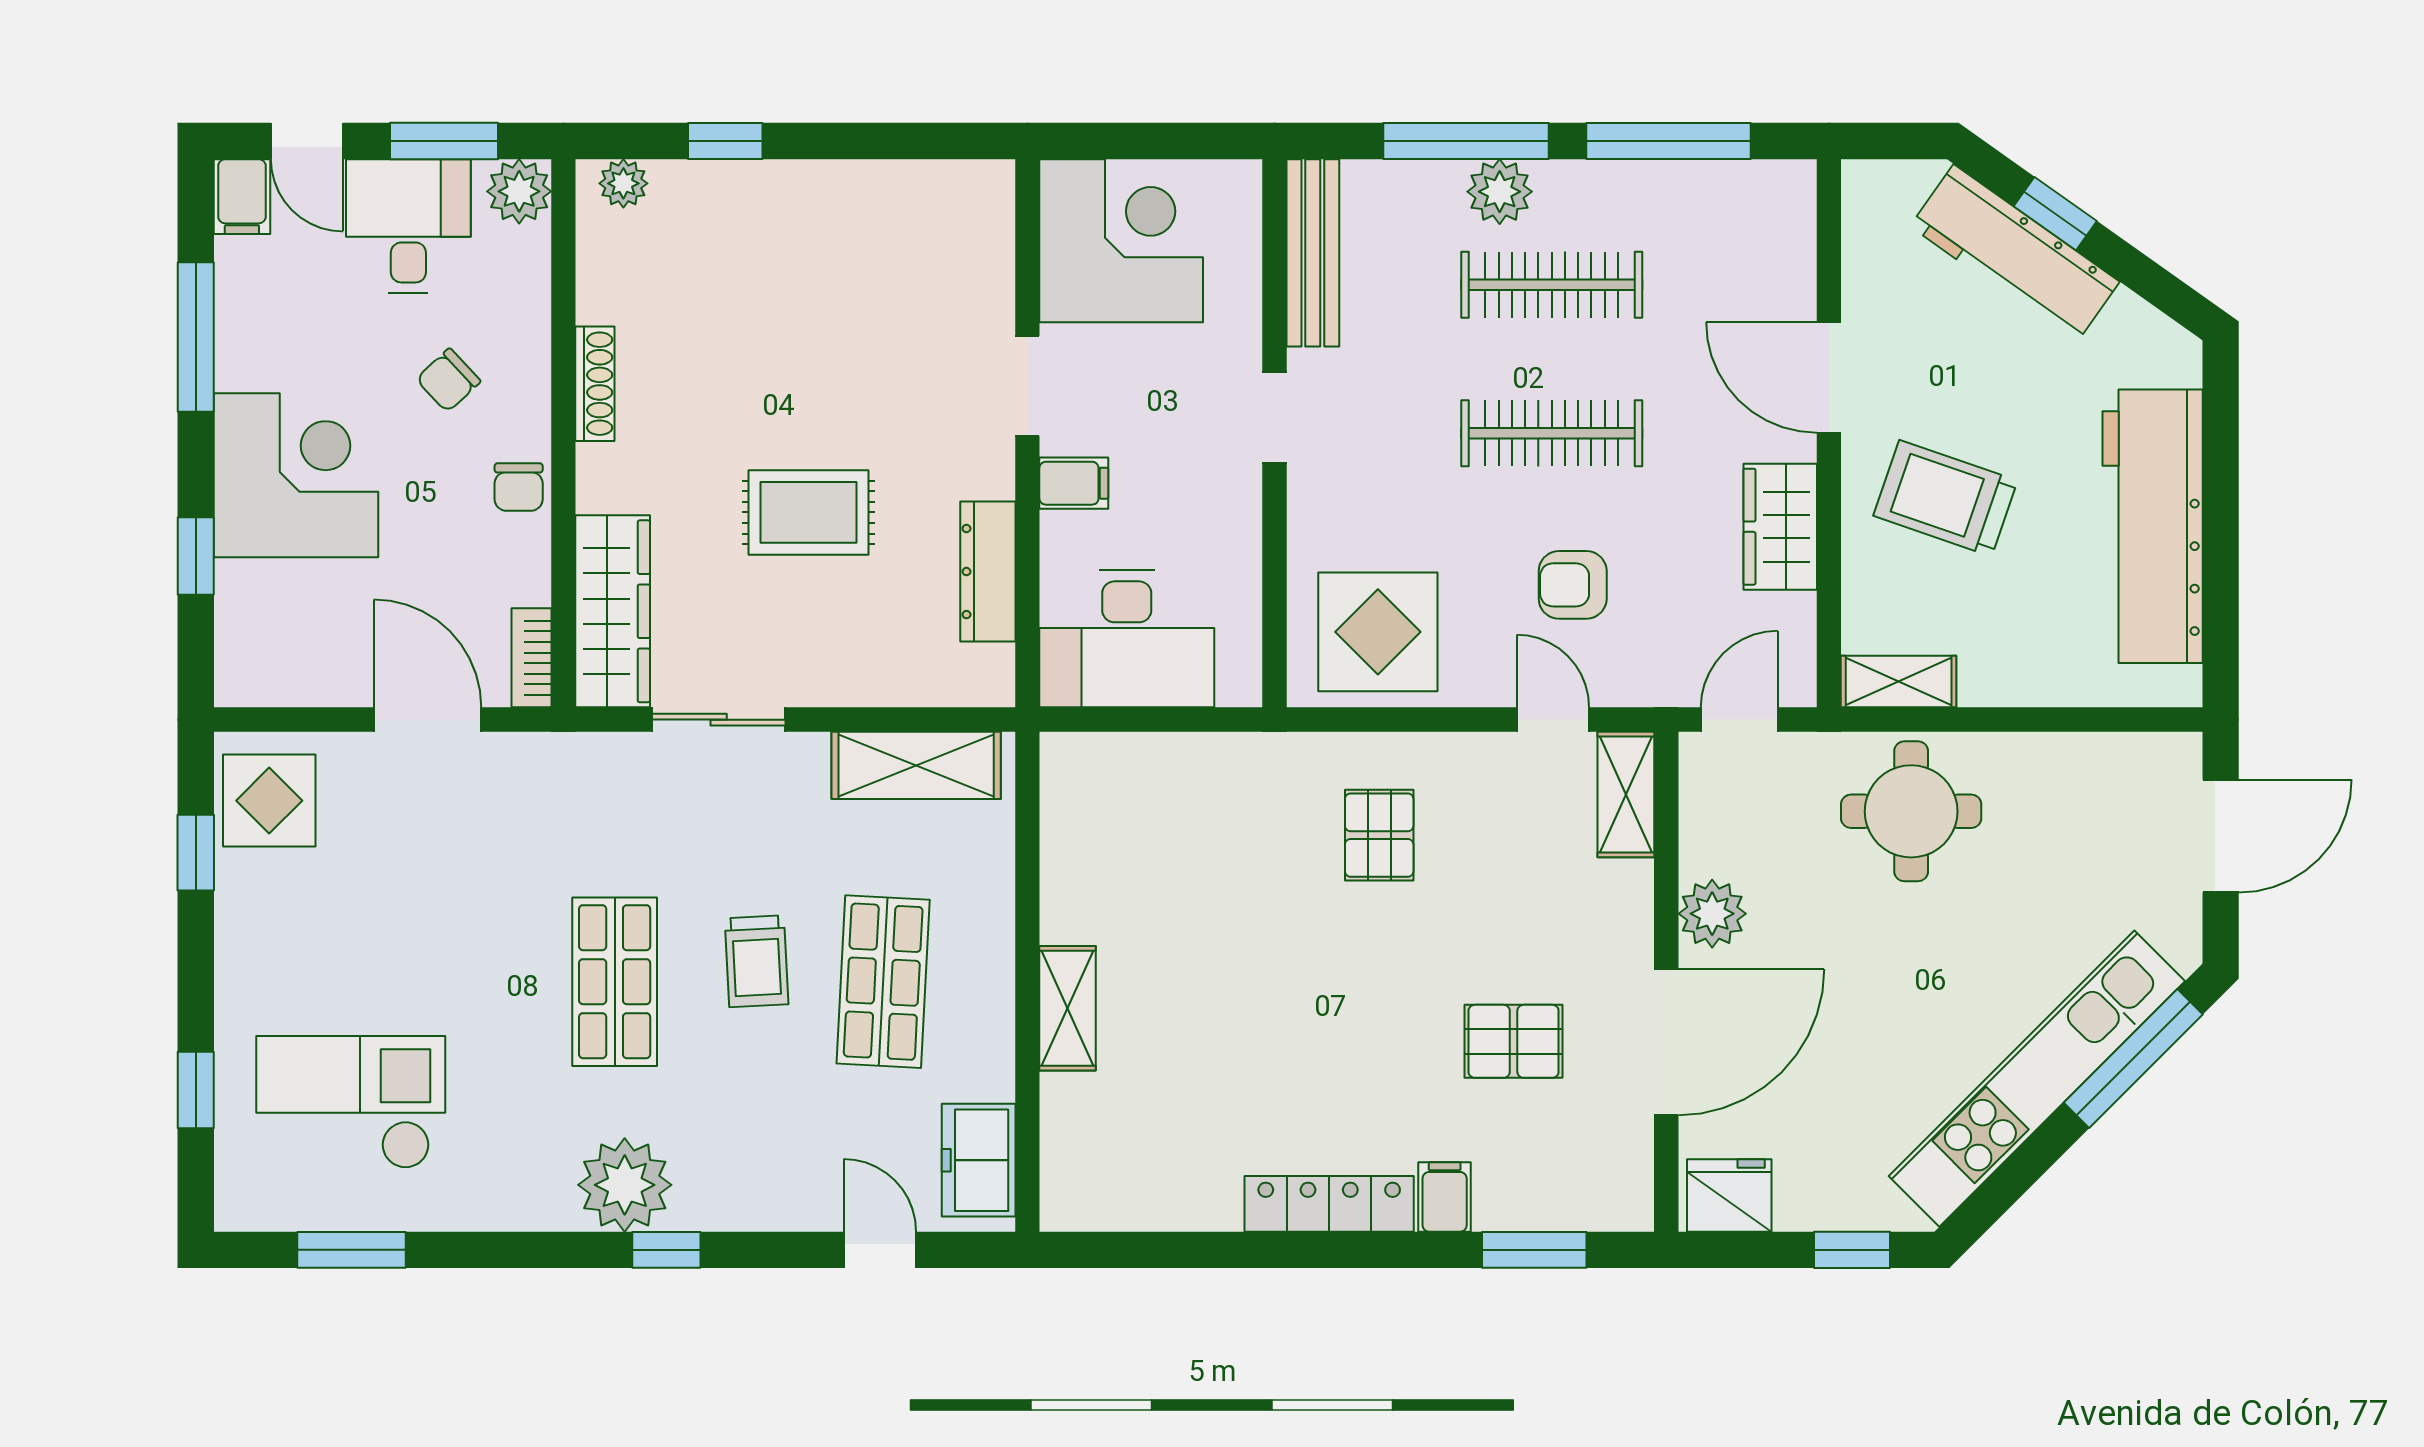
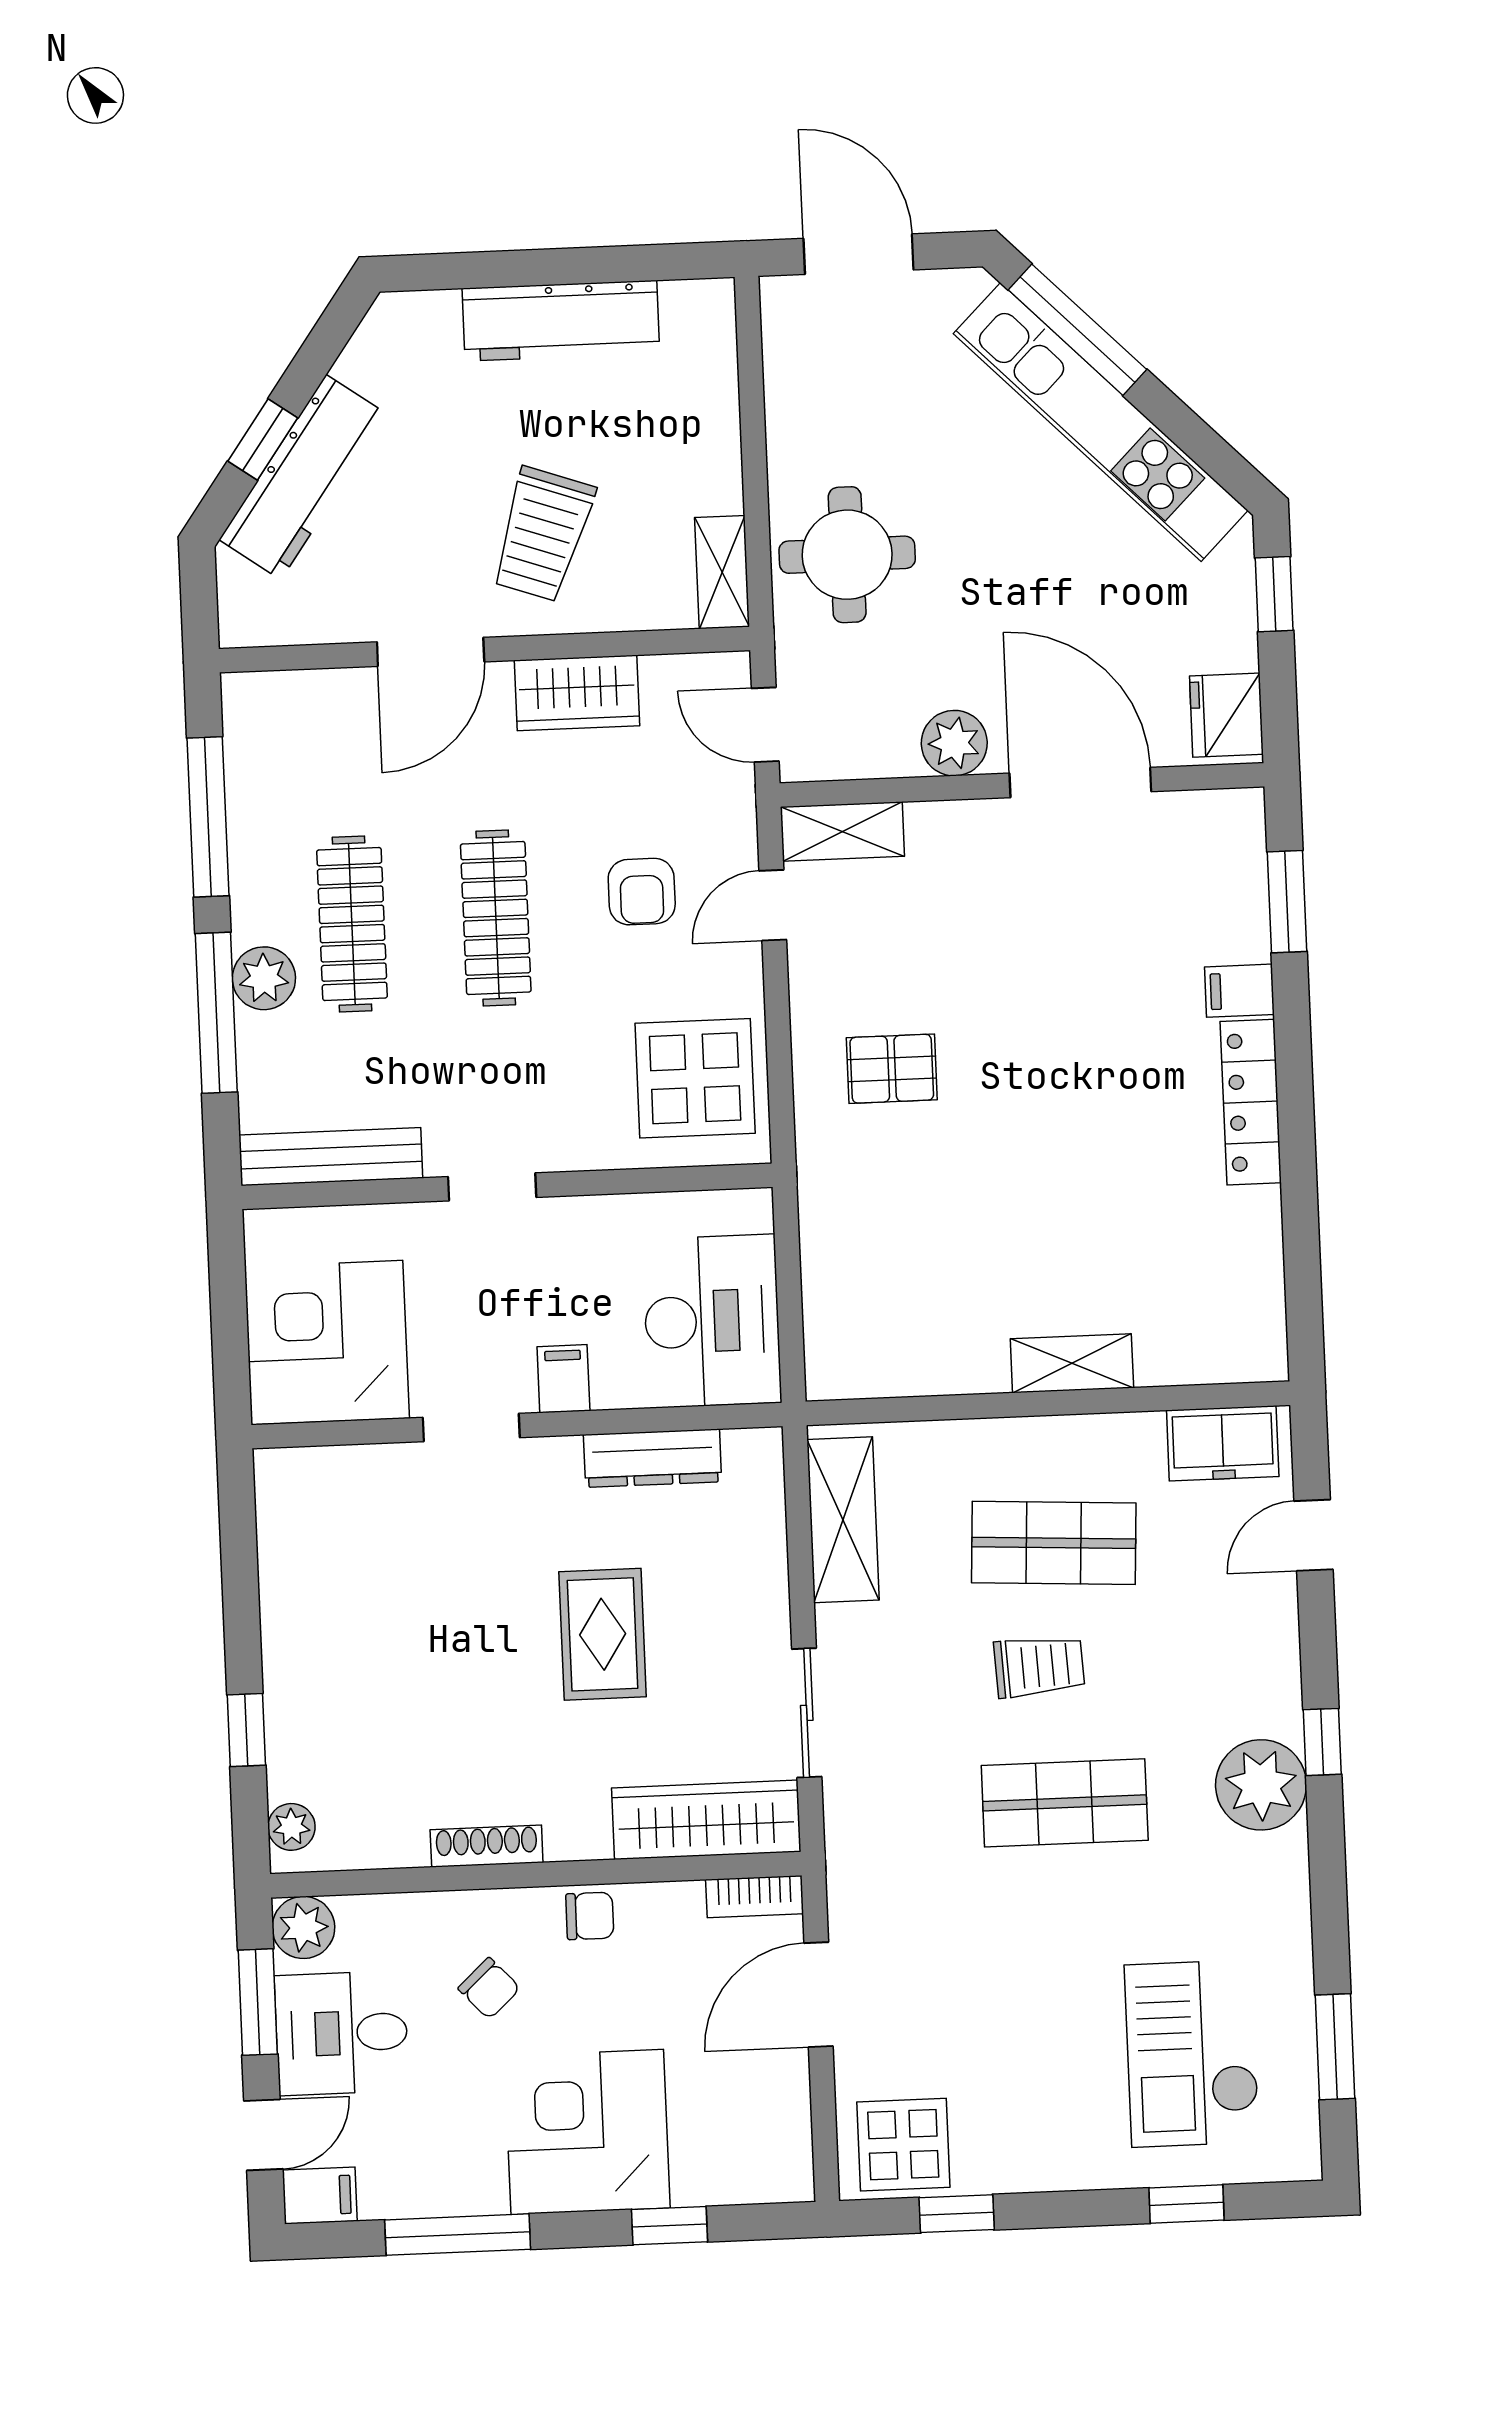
workbench: (2153, 526) -> (561, 321), width x0.73, depth x0.76
pallet: (1514, 1041) -> (1086, 930), removed

